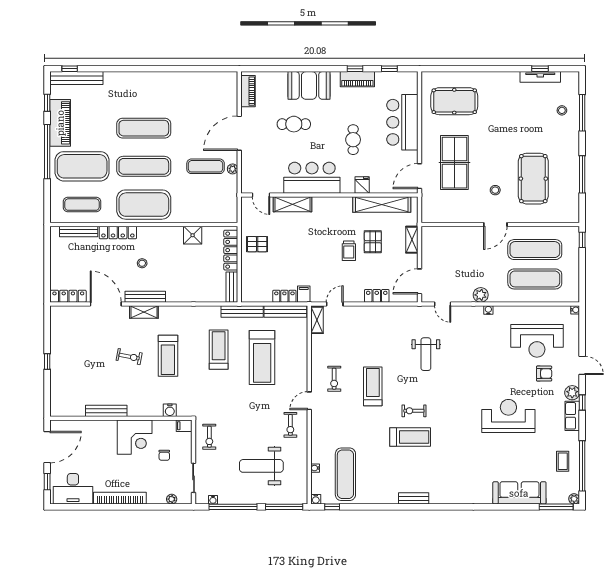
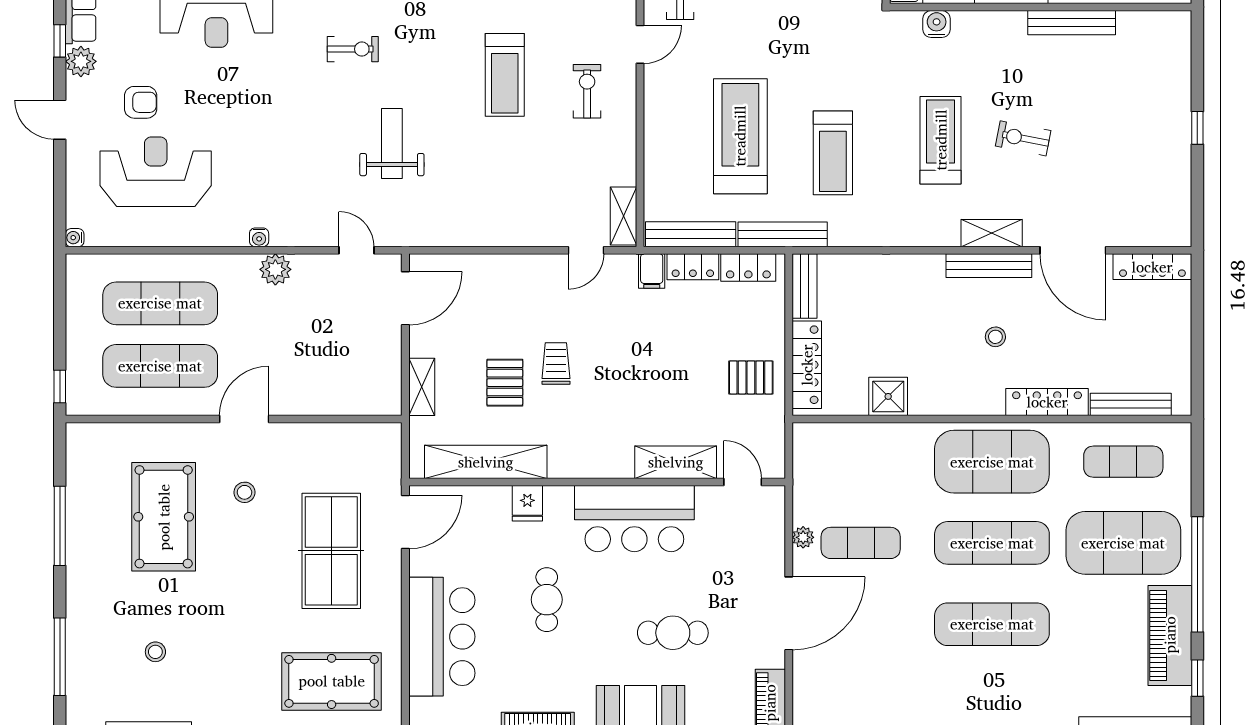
stool: (562, 110) -> (155, 652), moved
locker: (377, 296) -> (748, 267), moved
armchair: (544, 374) -> (141, 102), turned 180
exercise bike: (414, 411) -> (353, 49), moved

